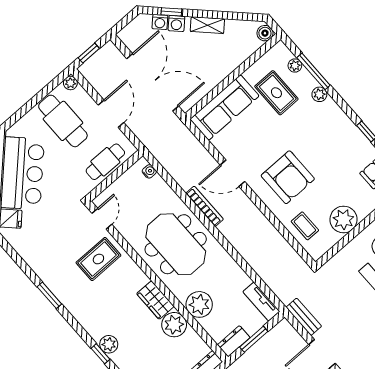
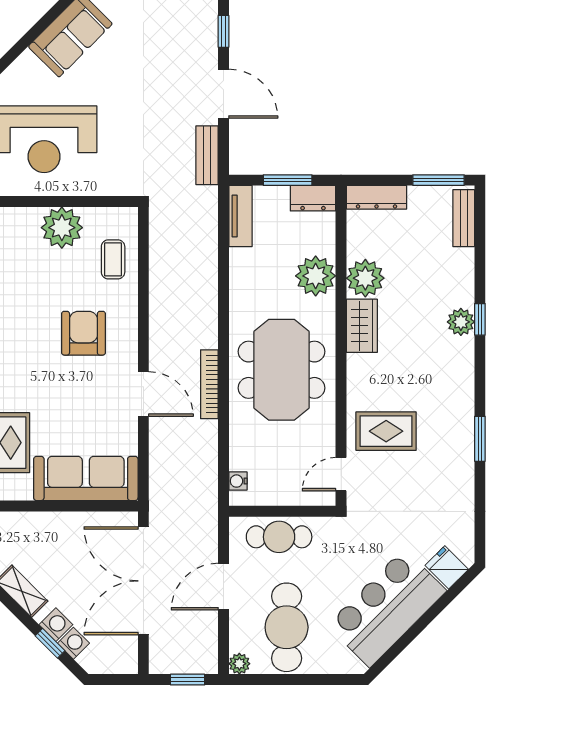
armchair: (288, 177) -> (83, 333), width x0.73, depth x0.73

